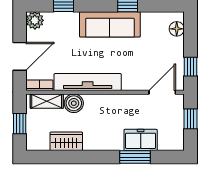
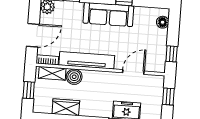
door: (162, 92) -> (133, 72), moved

